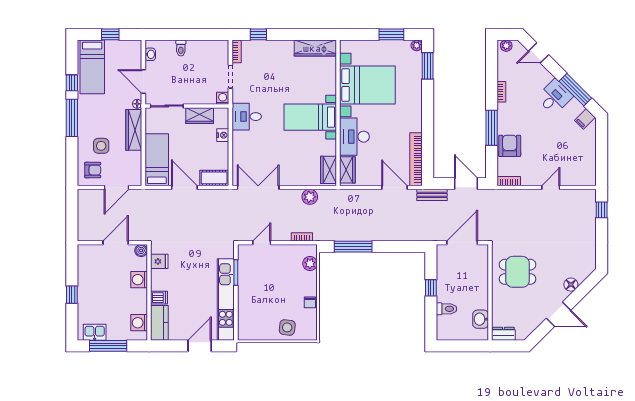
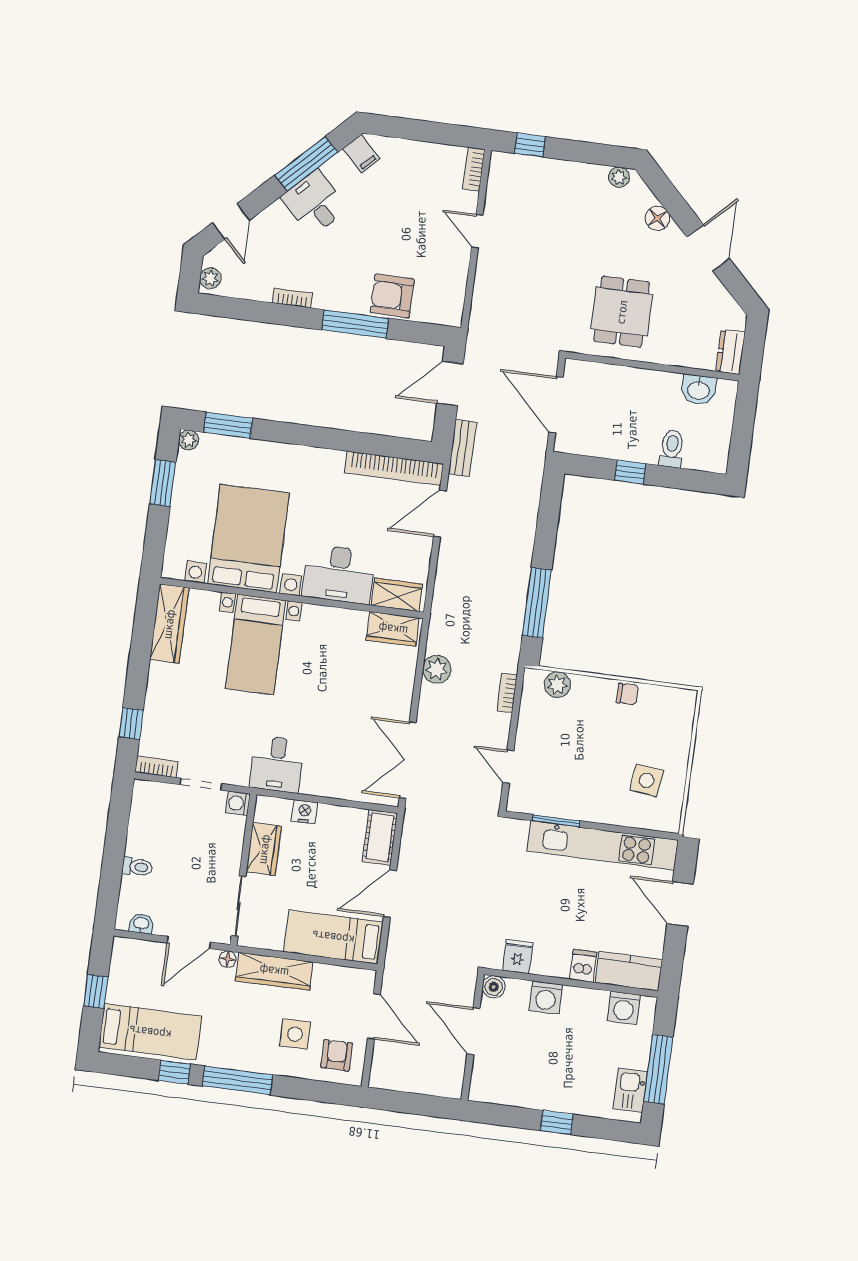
bed with nightstands: (310, 117) -> (256, 644), moved
bookcase: (509, 181) -> (474, 169), moved
plant: (590, 261) -> (619, 177), added
side table: (287, 327) -> (647, 780), moved

